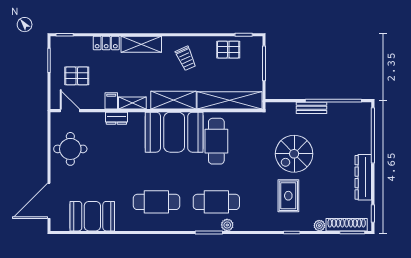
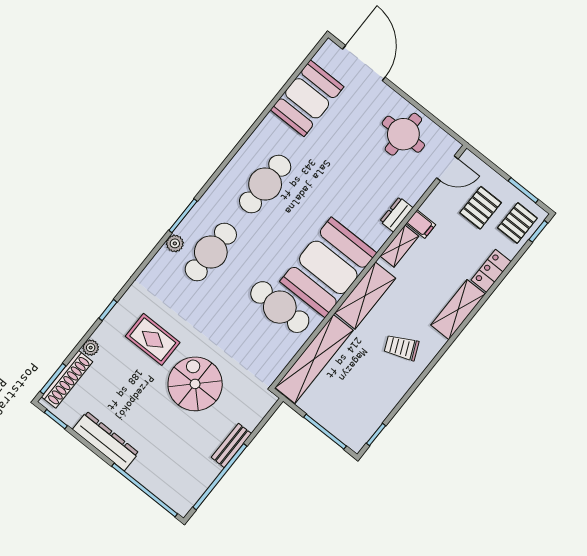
pallet: (228, 50) -> (517, 223), moved

